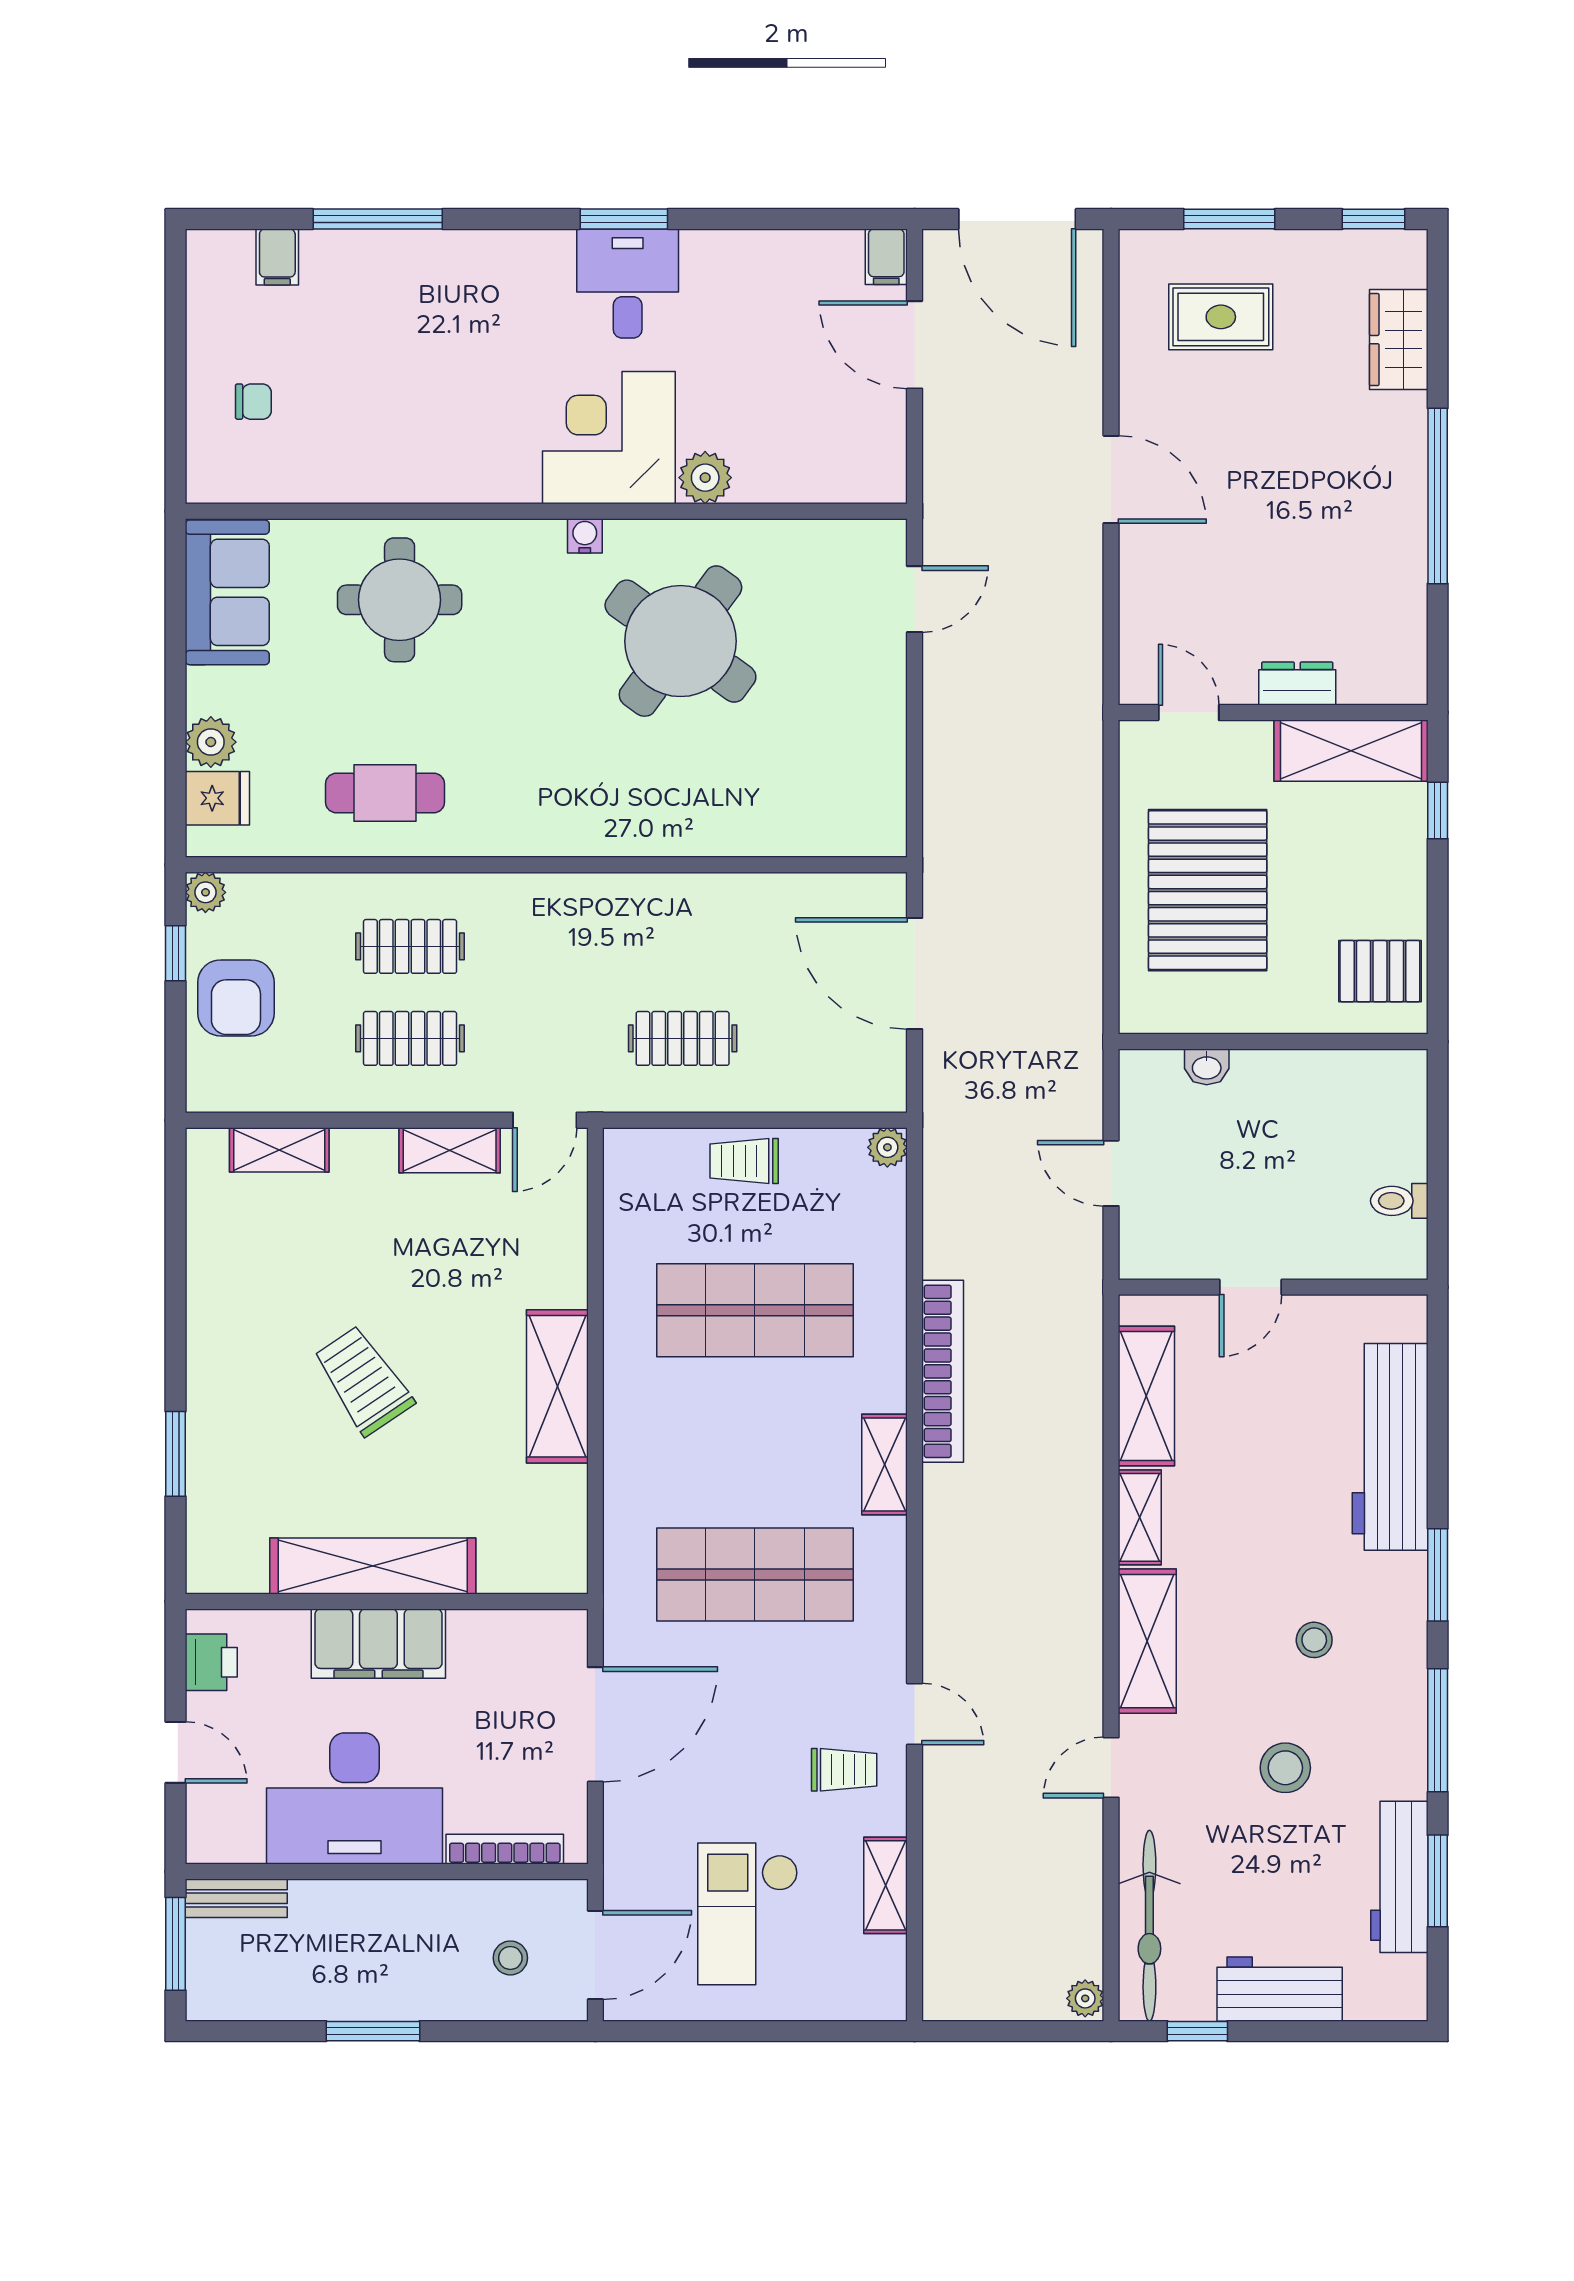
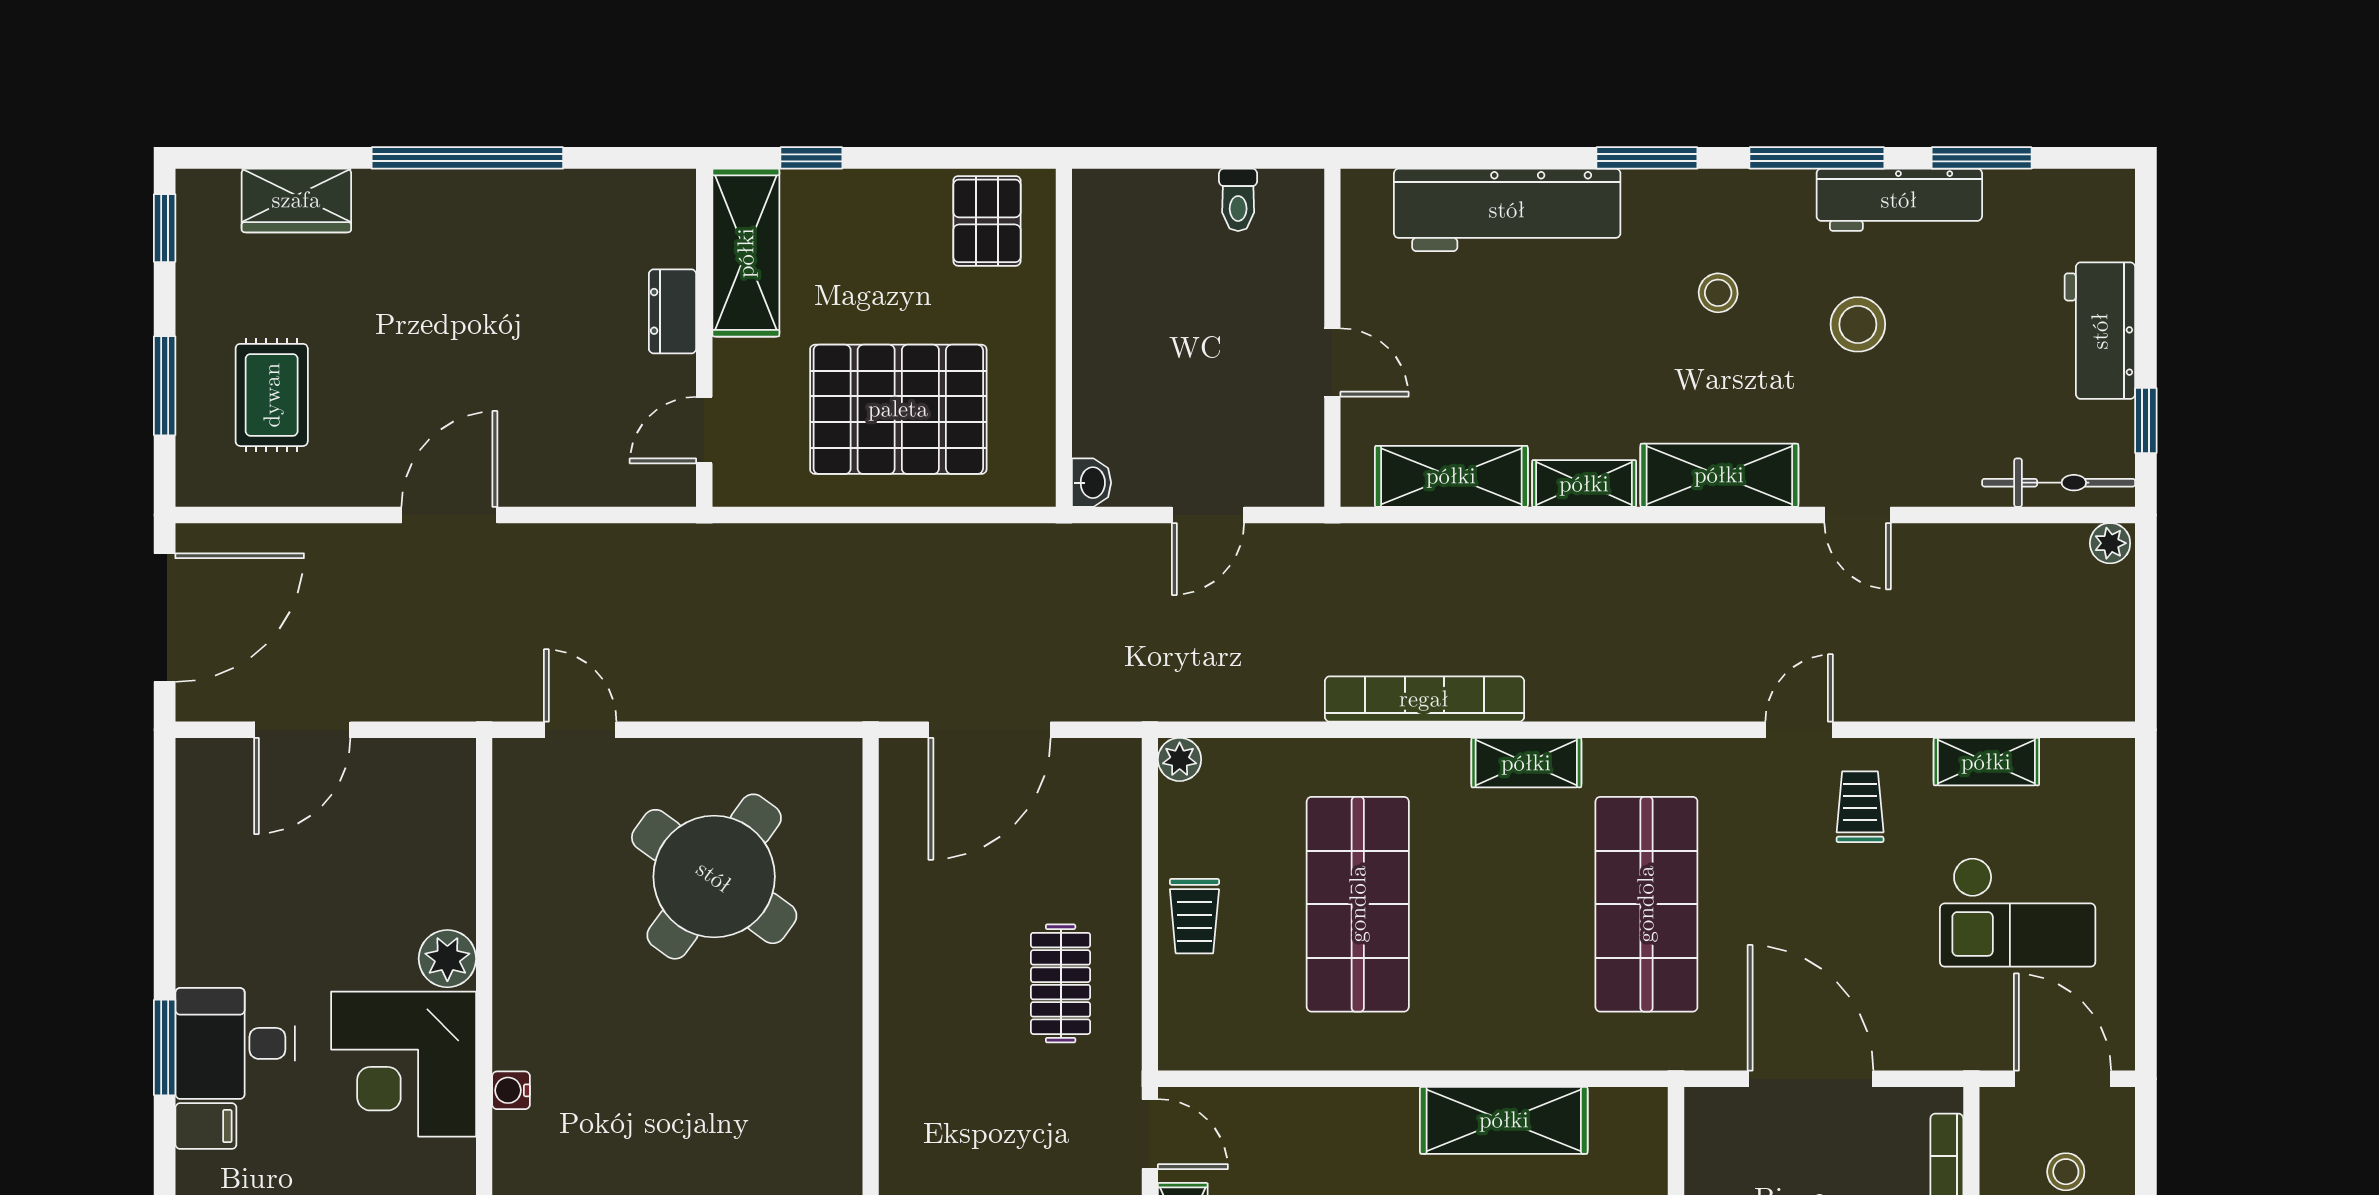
filing cabinet: (886, 257) -> (206, 1126), moved
round table: (680, 641) -> (714, 877), moved
washbasin: (1207, 1067) -> (1092, 483), moved
shelving: (557, 1386) -> (1504, 1120), moved
workbench: (1399, 1877) -> (1899, 200), moved
bicycle: (1149, 1926) -> (2059, 483), width x0.73, depth x0.71

